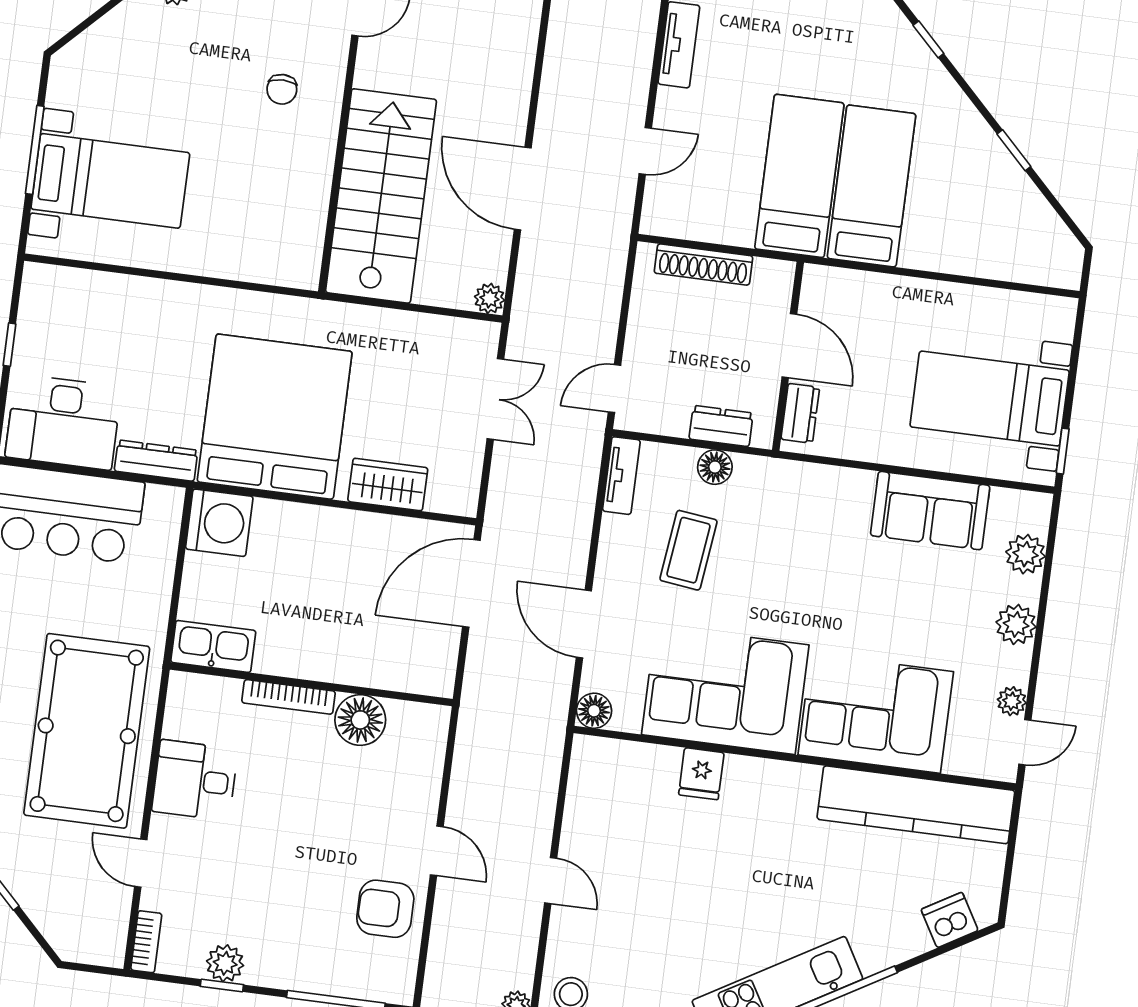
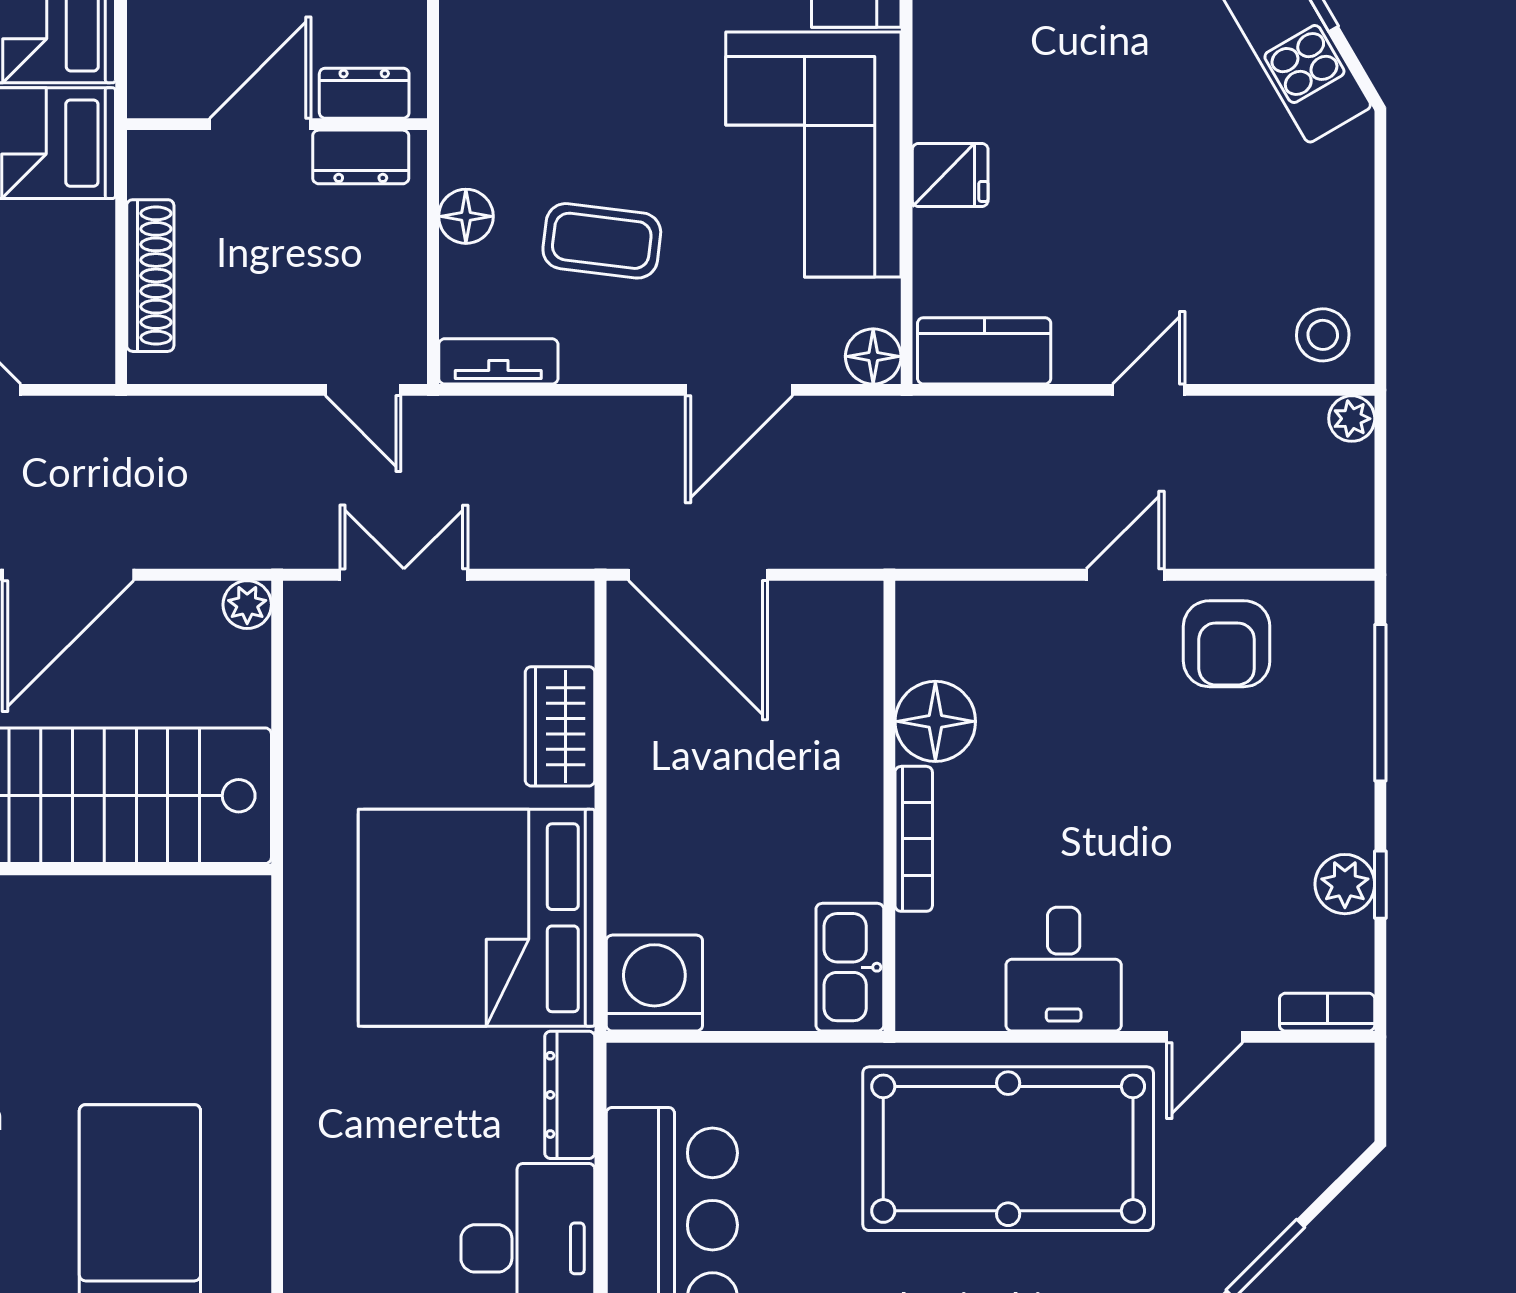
dresser: (721, 426) -> (361, 157), moved, turned -90
kitchen counter: (588, 781) -> (984, 351), added

